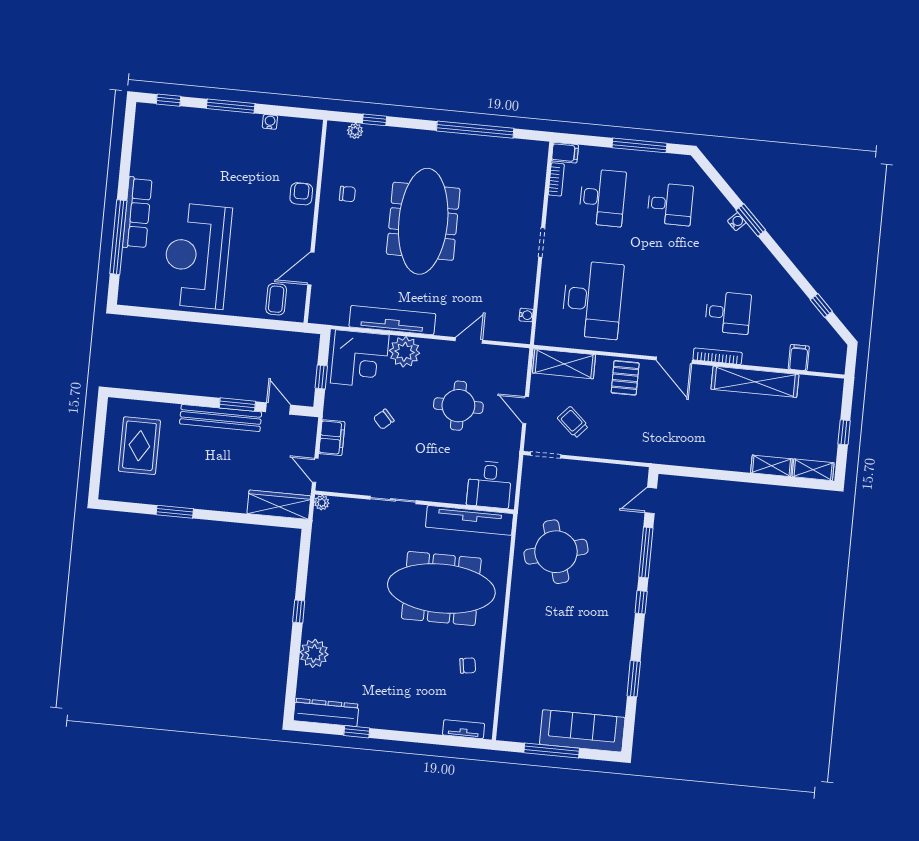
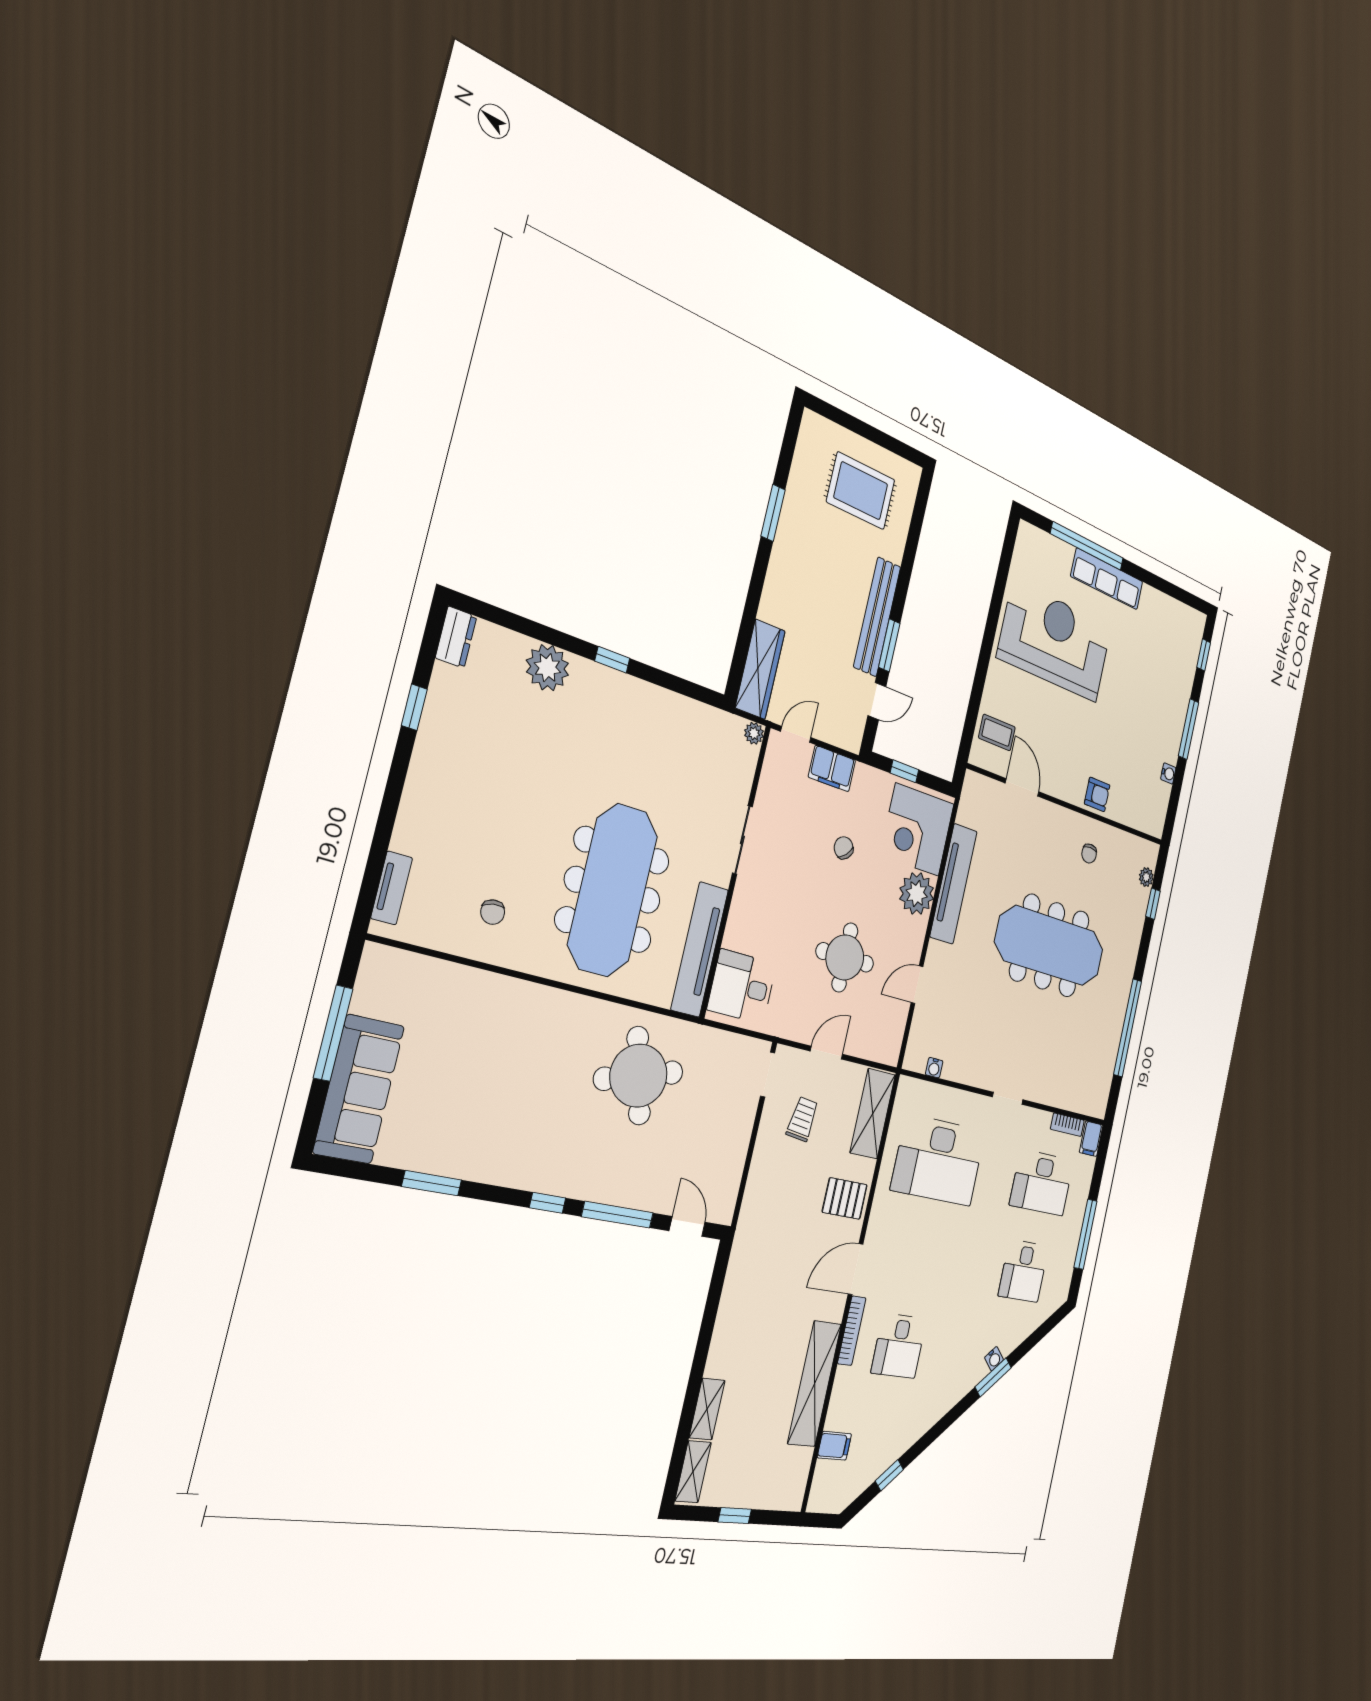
door: (469, 340) -> (917, 985), swing flipped
trolley: (573, 422) -> (802, 1119), turned -35
dresser: (326, 712) -> (456, 637), width x0.51, depth x0.80

